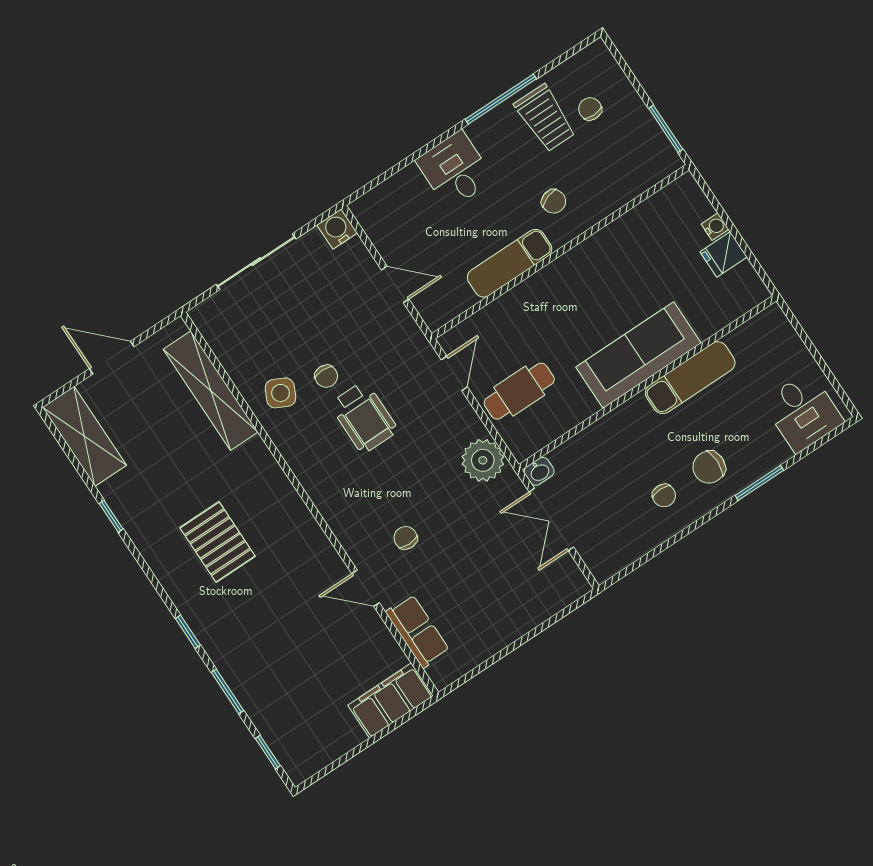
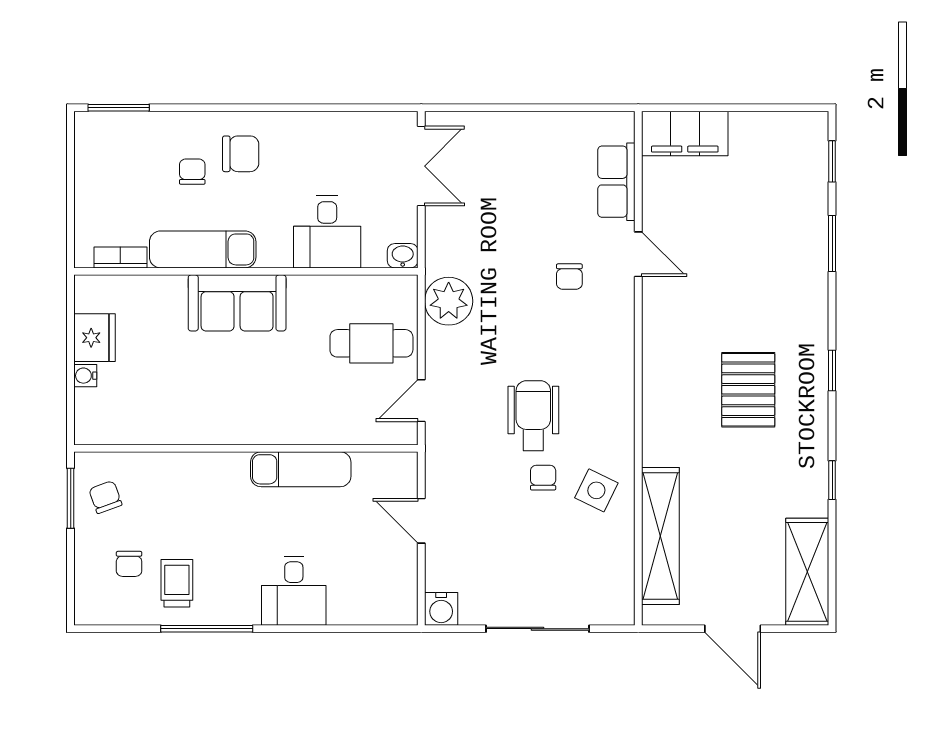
trolley: (545, 118) -> (177, 583), width x0.73, depth x0.72
chair: (554, 201) -> (105, 497), moved
fridge: (724, 254) -> (95, 338), width x1.38
bookcase: (747, 331) -> (120, 257), added
sofa: (638, 355) -> (237, 303), width x0.73
desk: (803, 412) -> (327, 232), moved, turned 180
window: (759, 483) -> (119, 108), moved
chair: (664, 495) -> (192, 172), moved
double door: (551, 520) -> (421, 166), moved
window: (188, 632) -> (832, 371), moved

